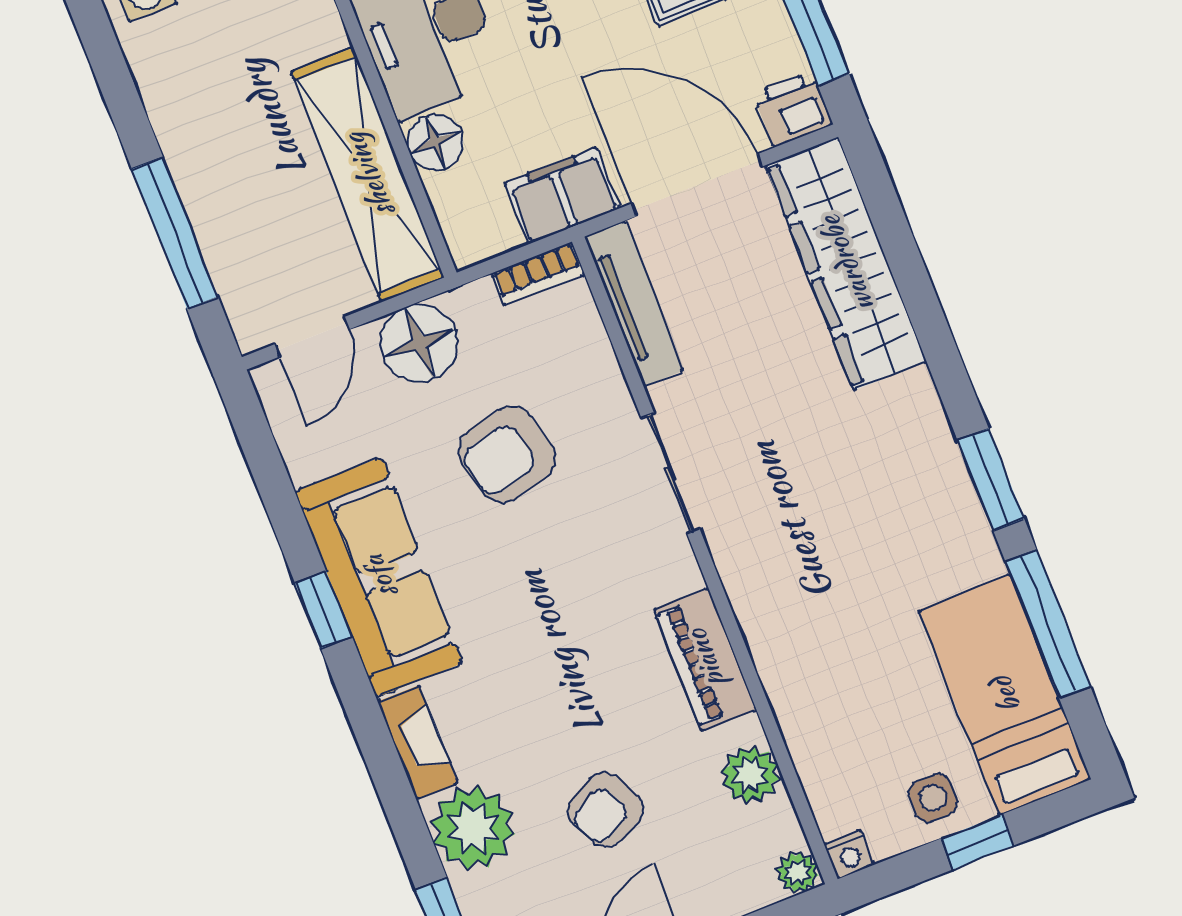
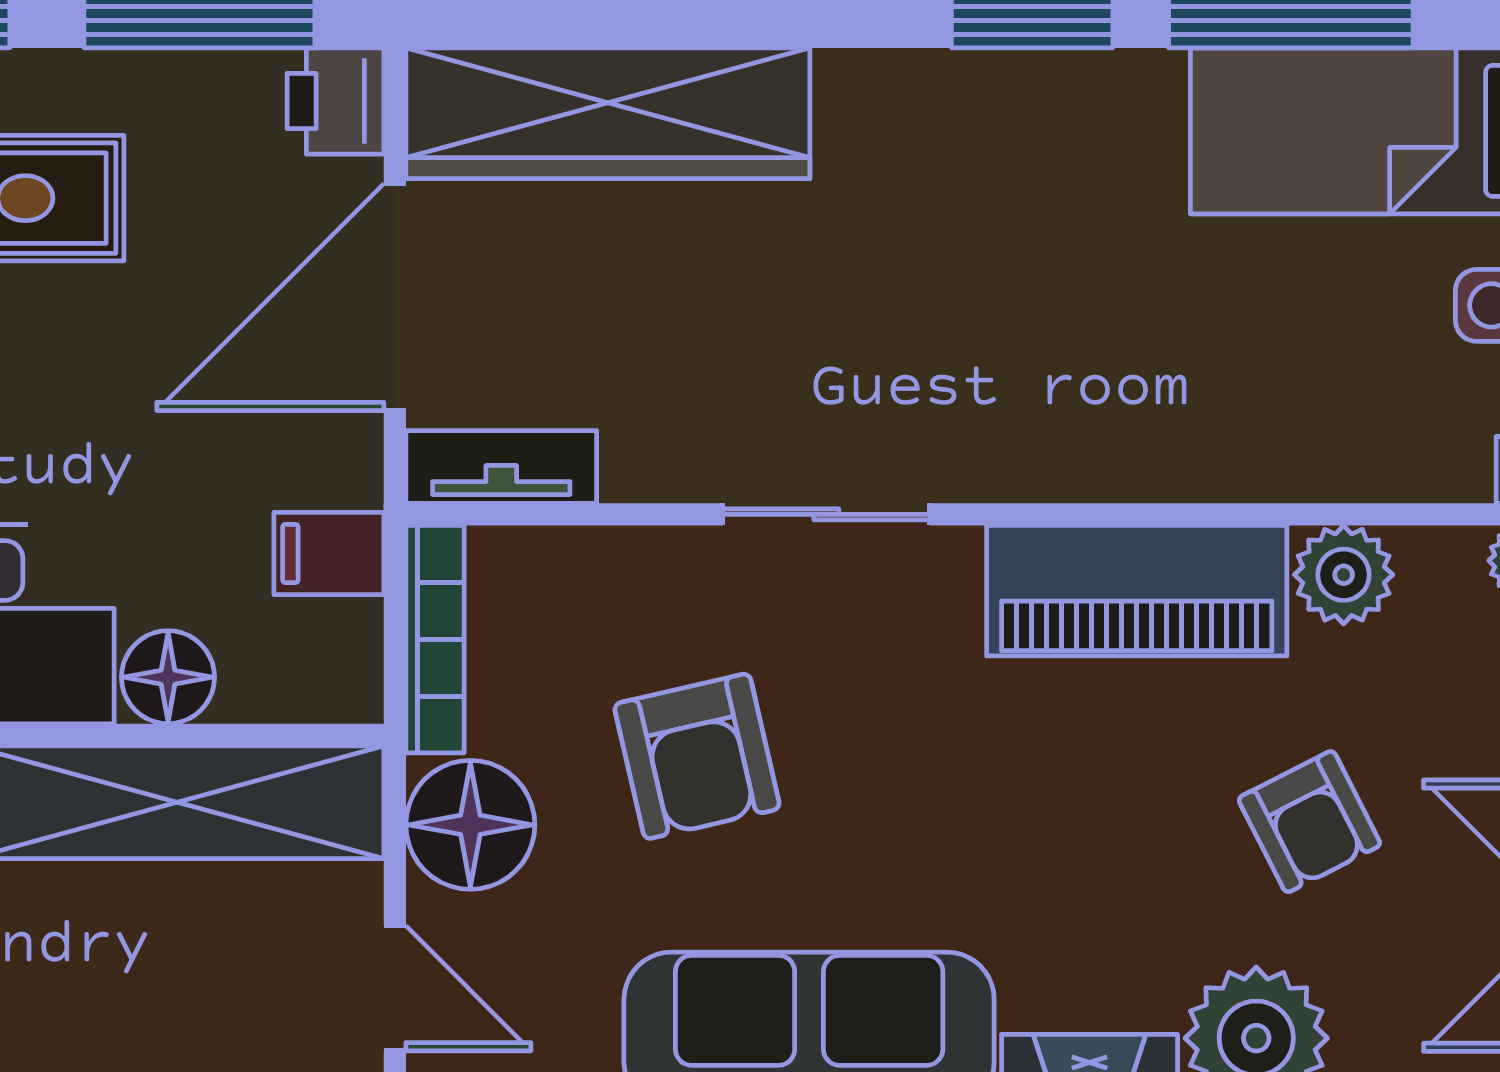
filing cabinet: (562, 196) -> (329, 553), width x0.50
bookcase: (538, 274) -> (435, 639), width x1.56
tv unit: (634, 303) -> (501, 467), width x0.71
piano: (705, 659) -> (1137, 591), width x1.37, depth x1.33

